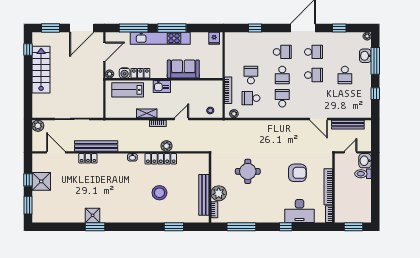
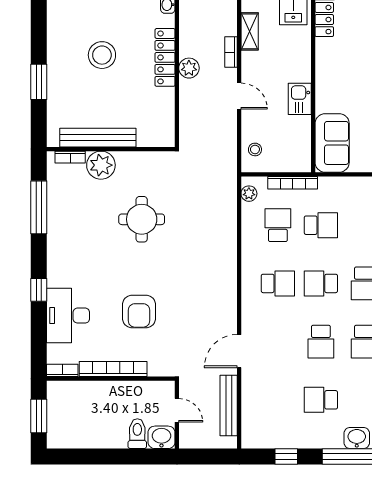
sofa: (183, 69) -> (332, 143), moved
kitchen sink: (162, 86) -> (300, 99), moved

